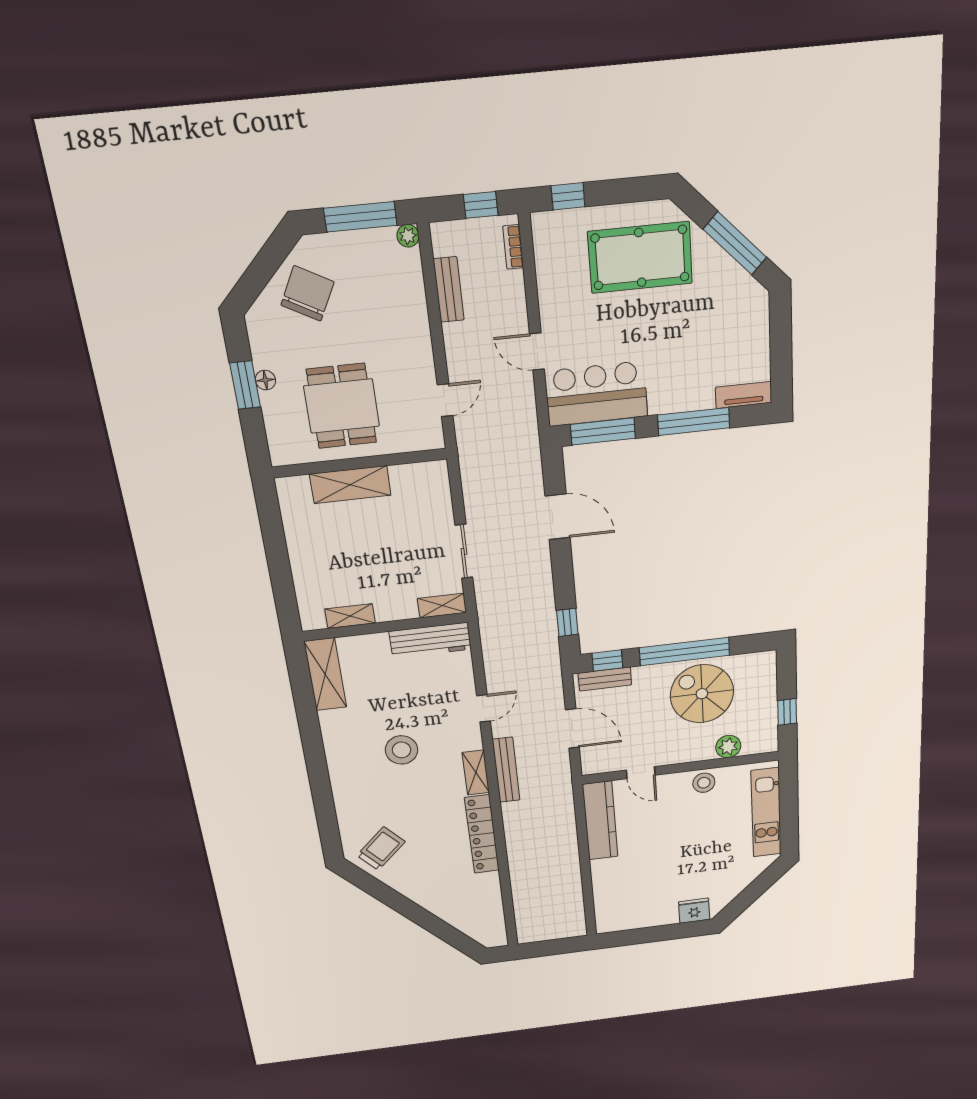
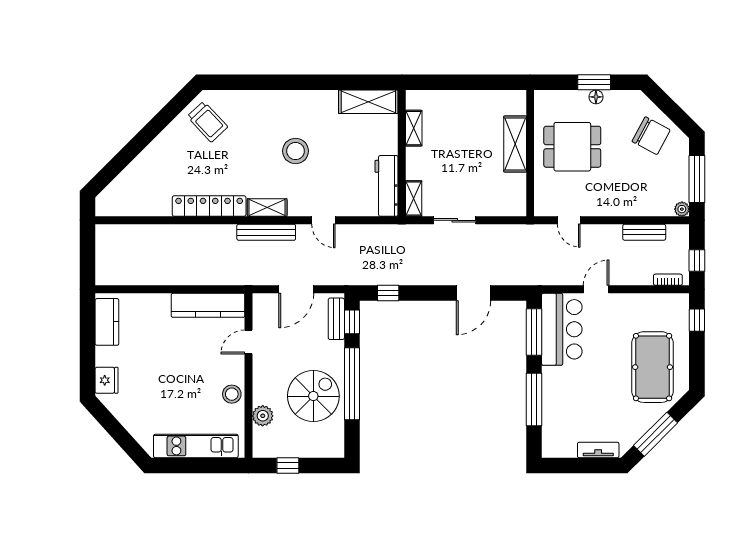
tv unit: (744, 395) -> (598, 450), moved, turned -90
kitchen counter: (628, 919) -> (107, 322), added

